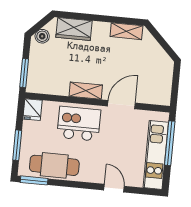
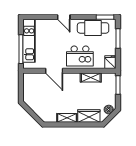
shelving: (126, 31) -> (67, 118), moved
shelving: (86, 91) -> (91, 77), moved
door: (121, 105) -> (54, 71), hinge flipped
door: (114, 188) -> (64, 17), moved

